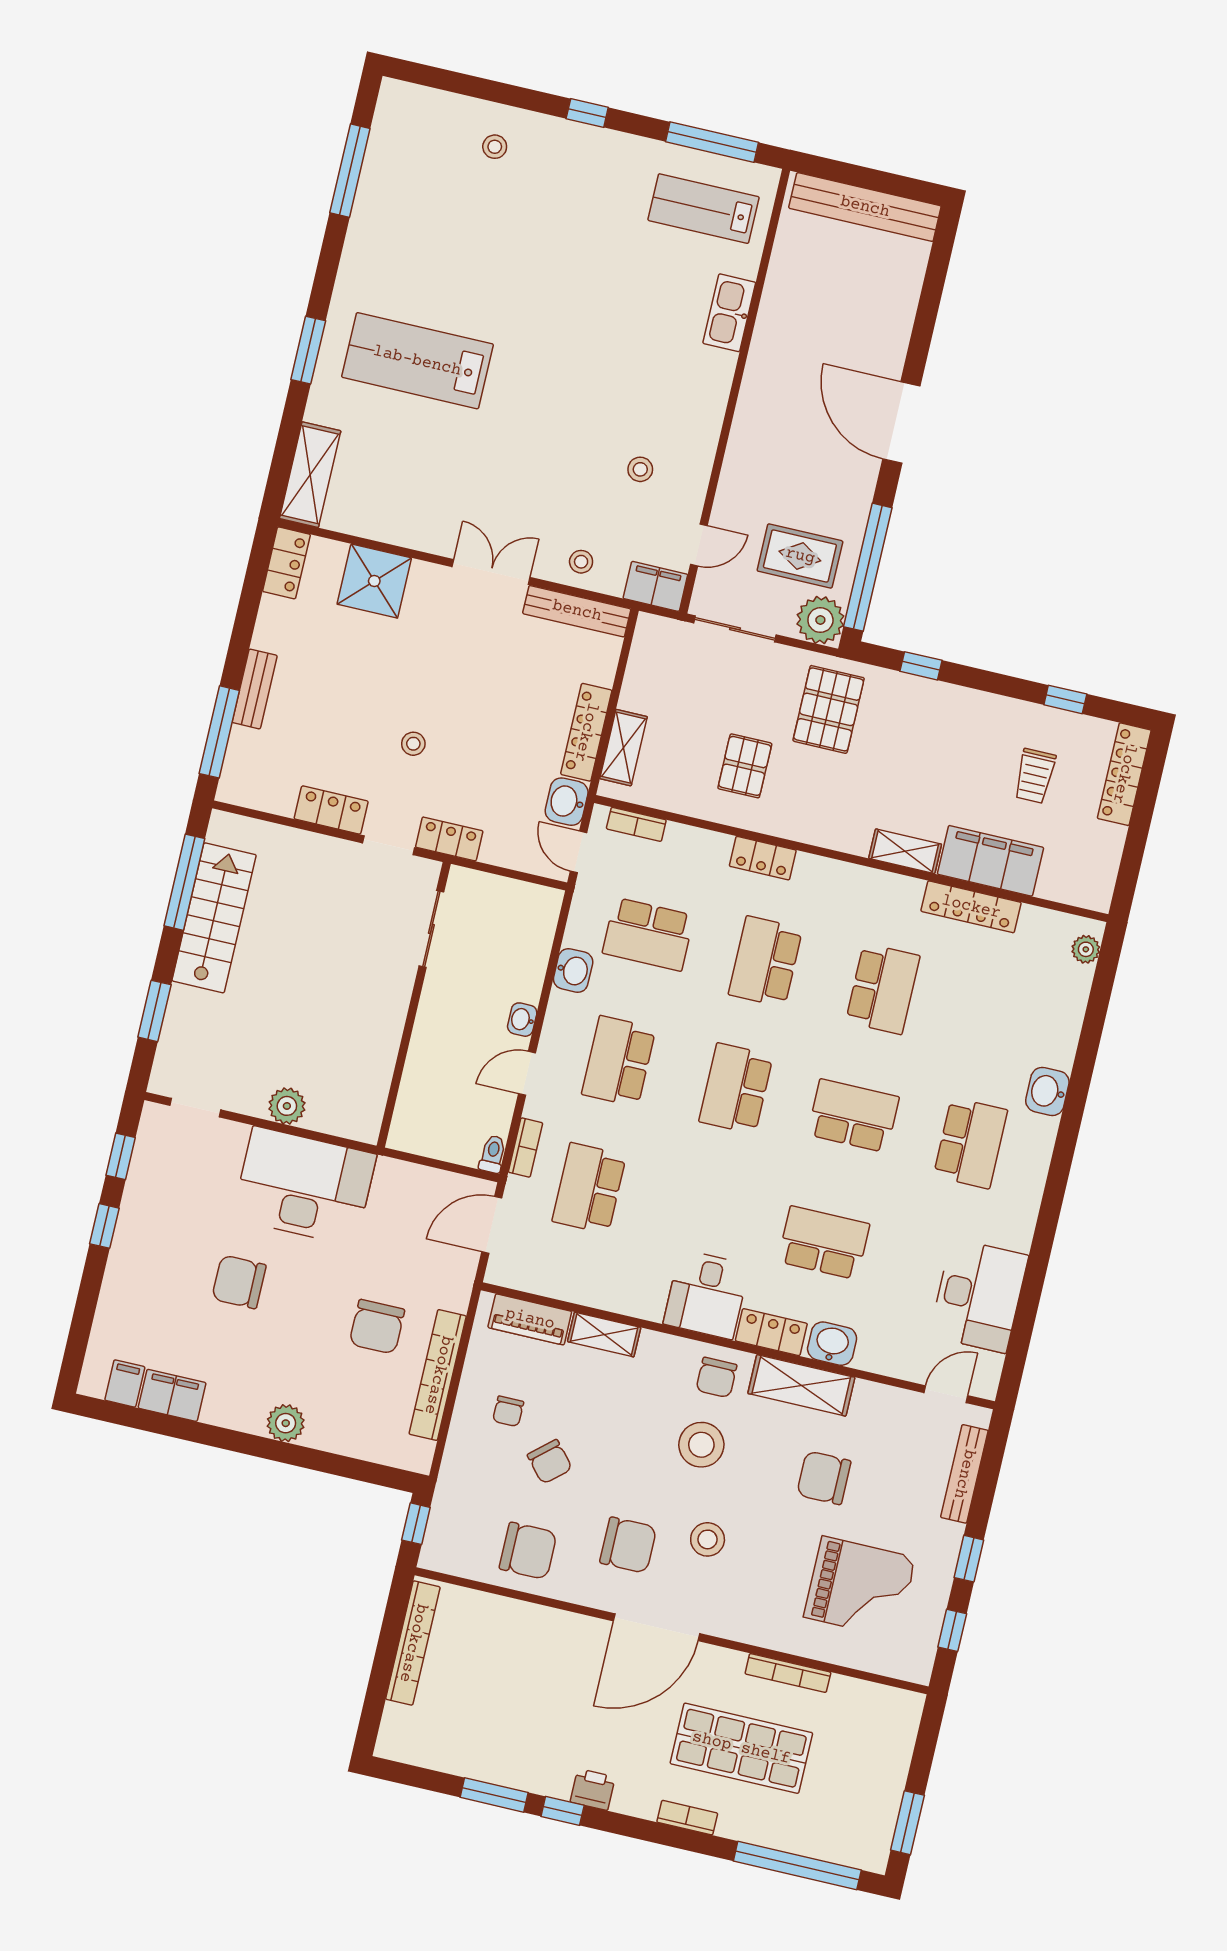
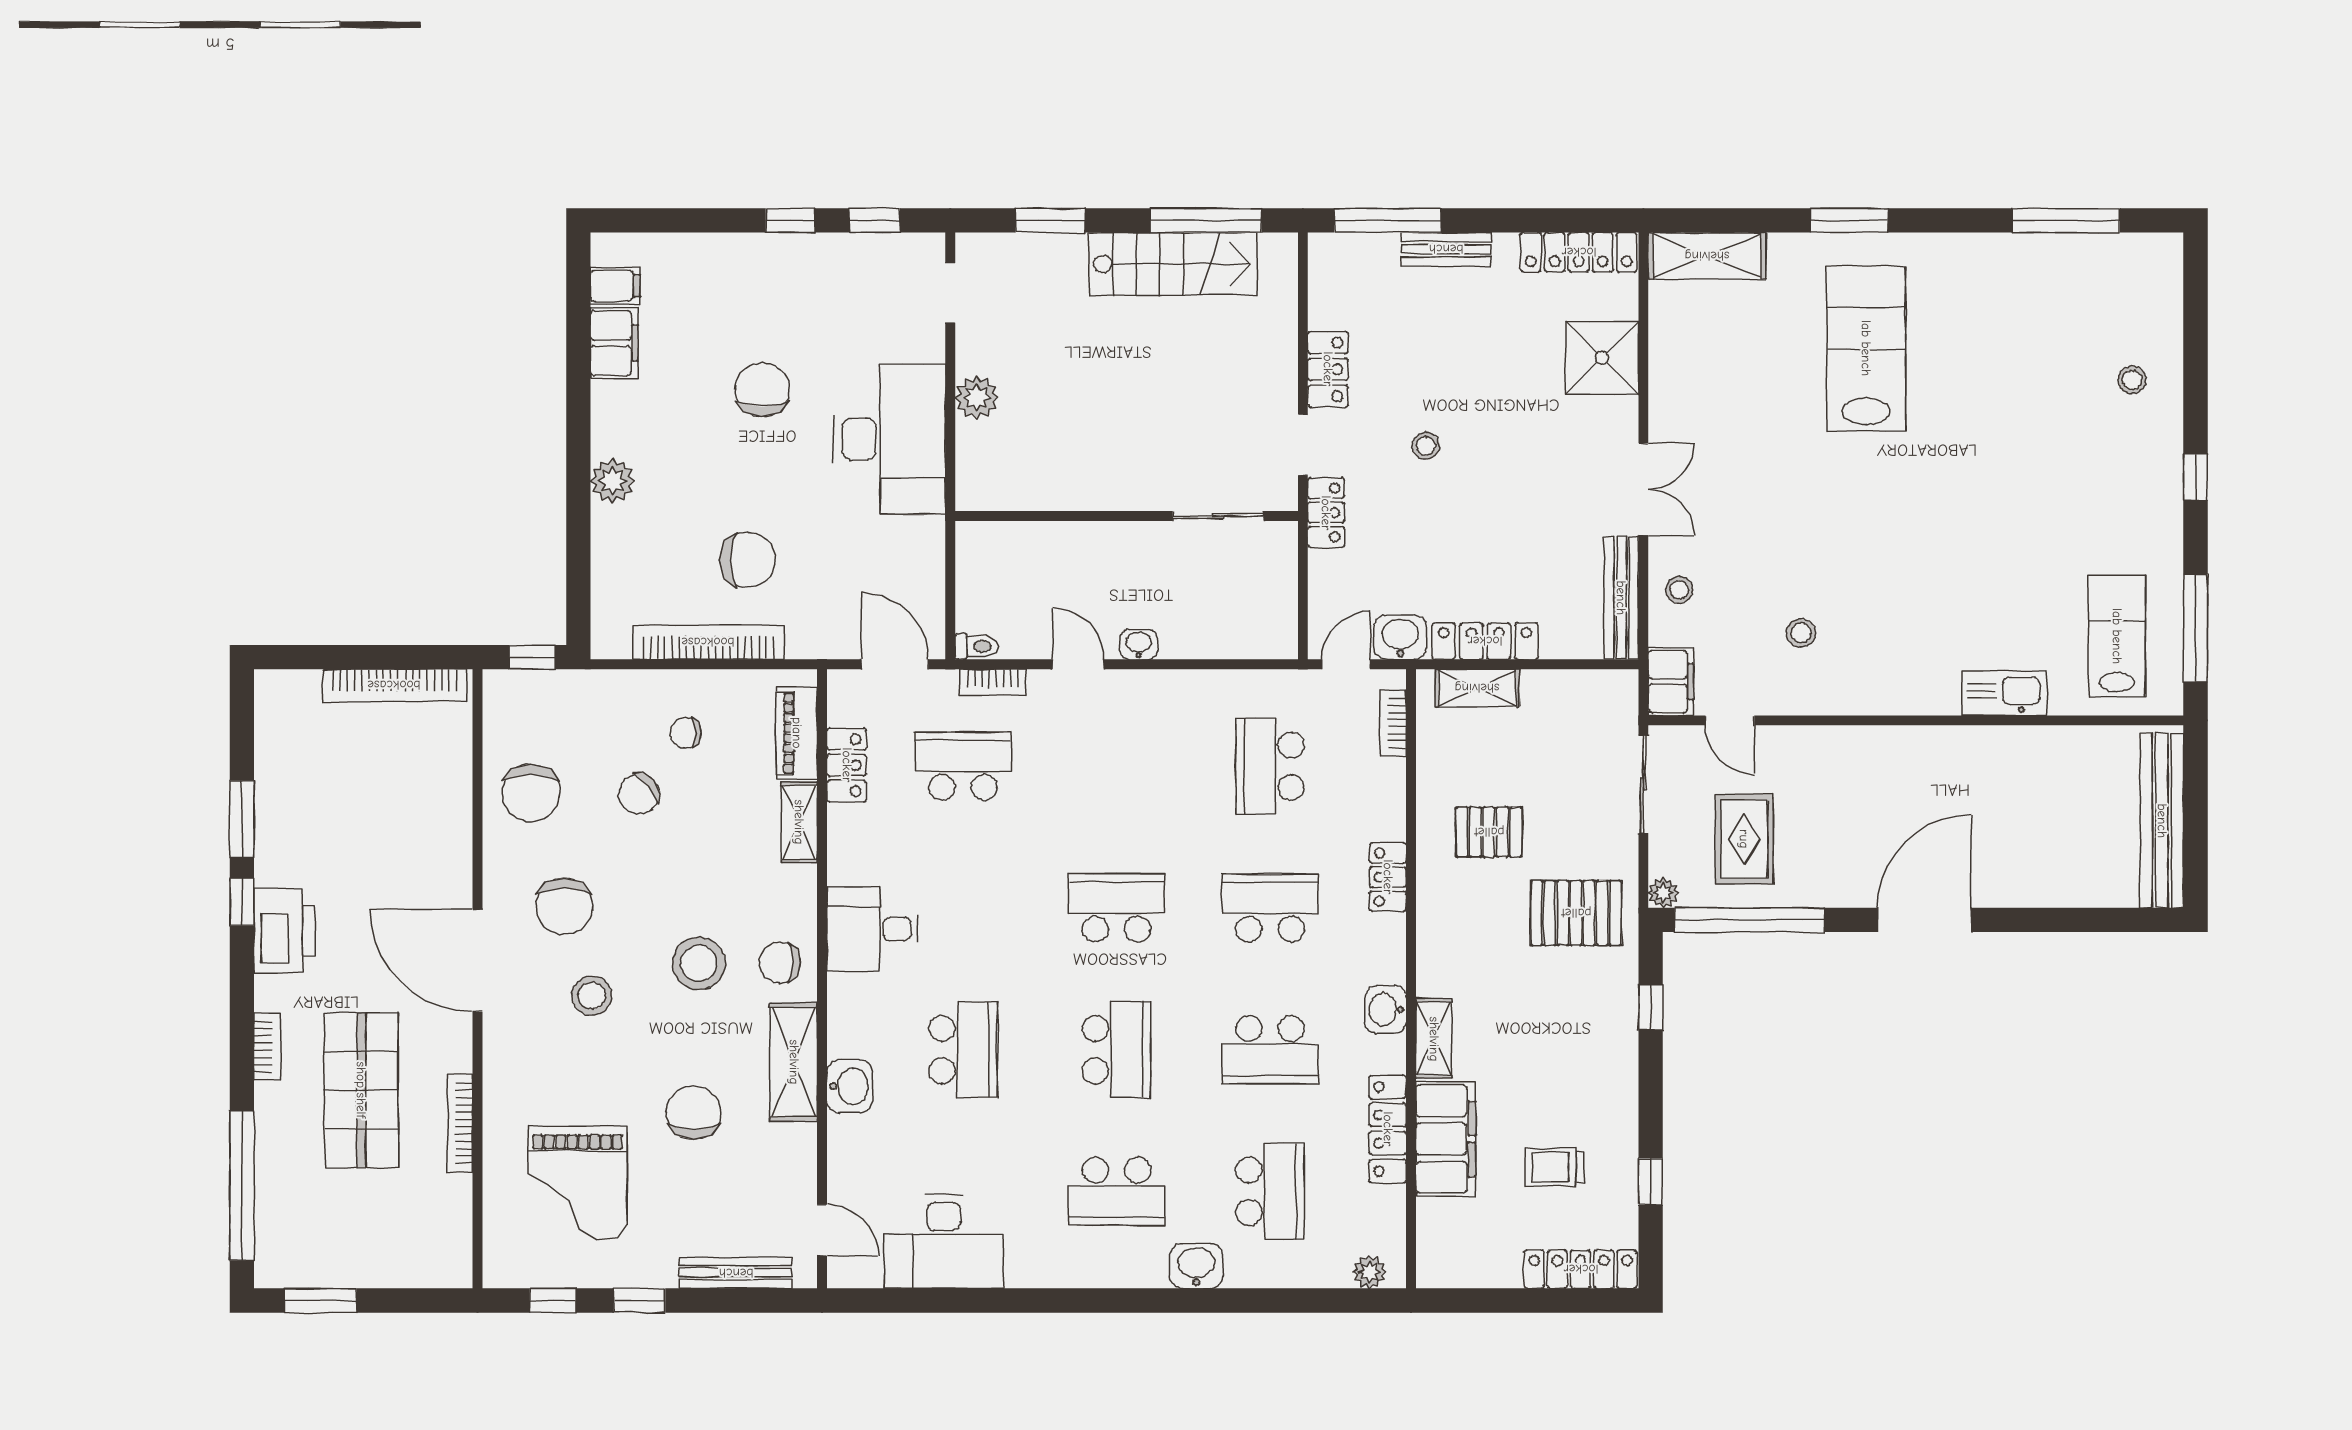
locker: (286, 563) -> (1579, 252), width x1.53
plant: (820, 620) -> (1663, 893), width x0.53, depth x0.53
washbasin: (573, 970) -> (1386, 1010), moved, turned 90
school desk: (619, 1061) -> (1270, 1191), moved, turned 90
chair: (377, 1327) -> (748, 560), turned 180
locker: (771, 1332) -> (847, 765), moved
printer: (593, 1789) -> (284, 931), width x1.87, depth x1.48

